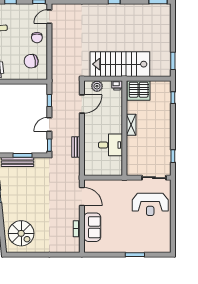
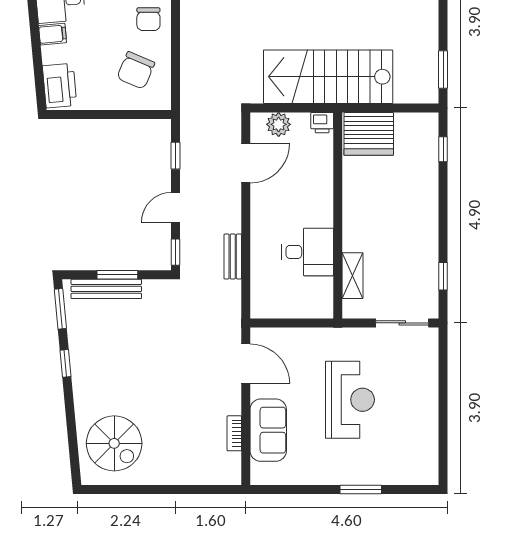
chair: (31, 61) -> (136, 70), turned -57
shelving: (131, 125) -> (353, 276), moved
reception desk: (150, 204) -> (350, 400), moved, turned -90

